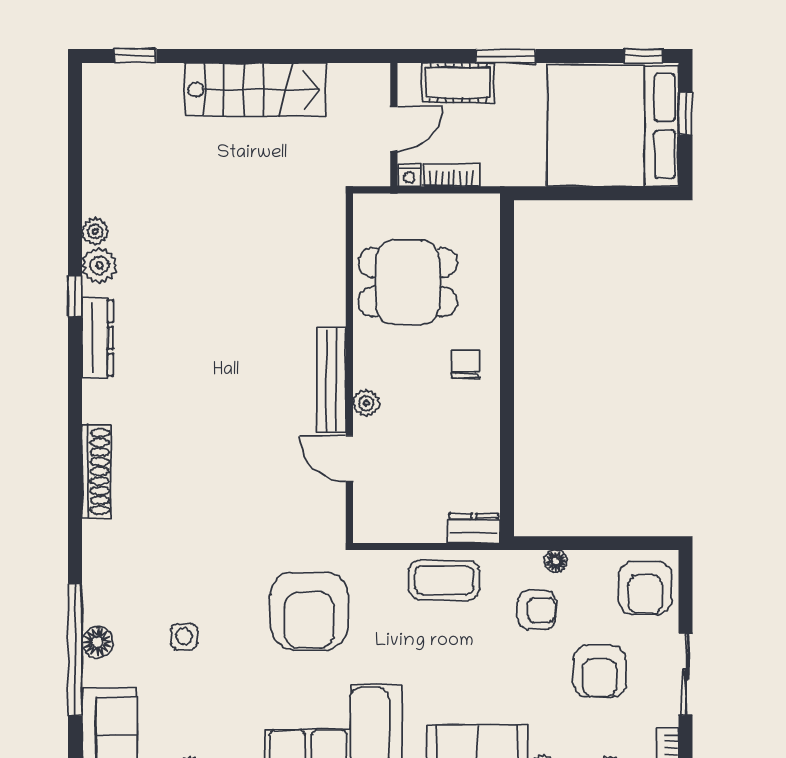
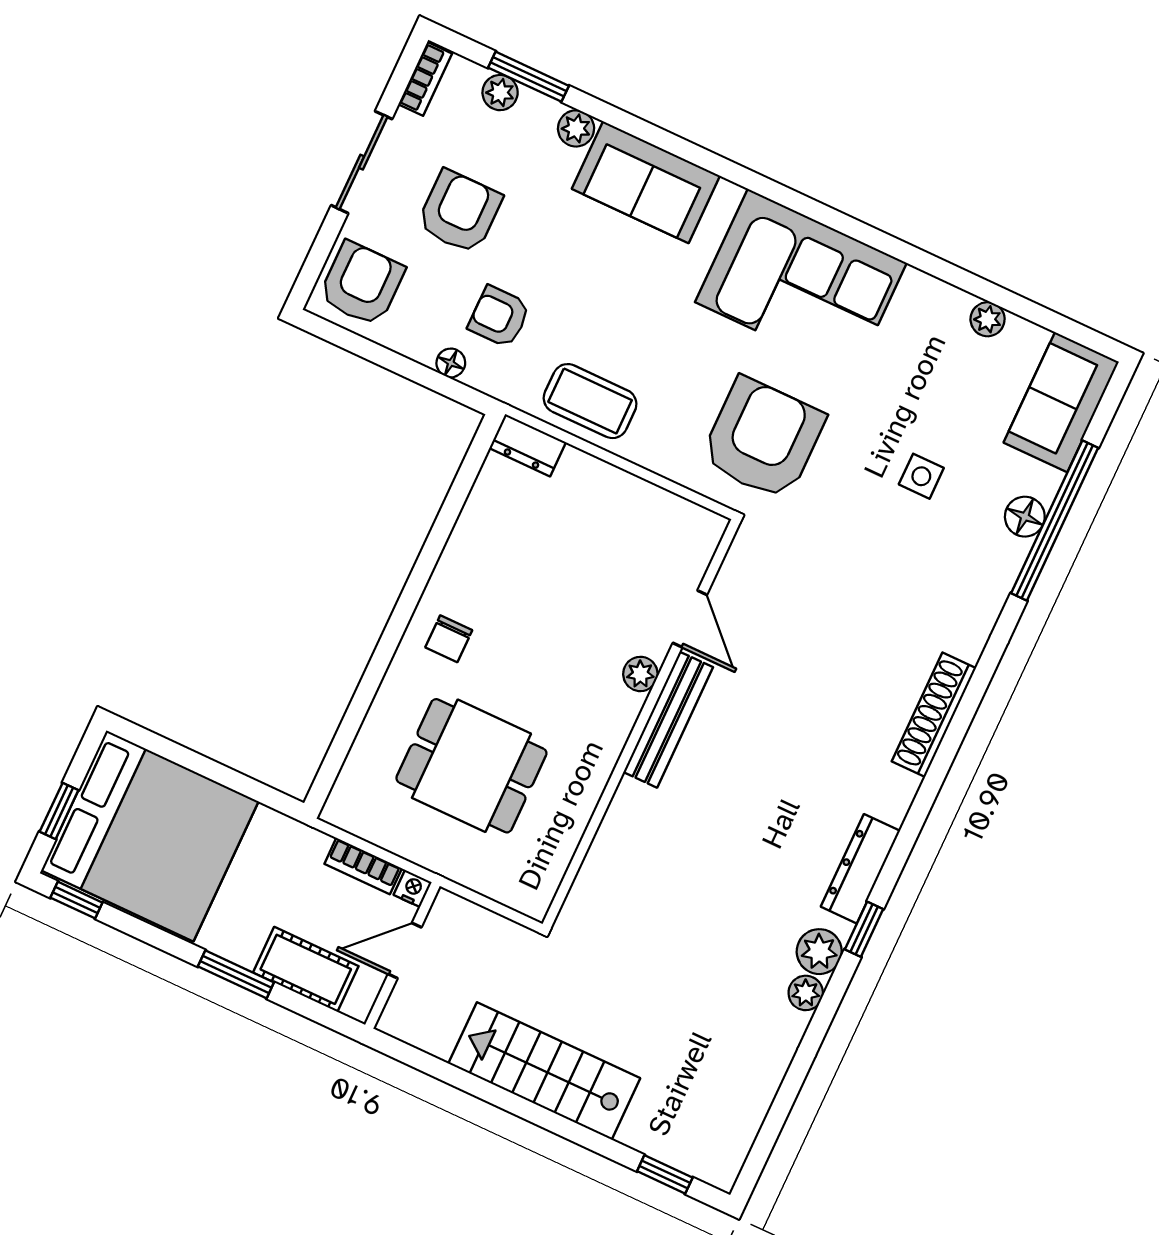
wall: (349, 368) -> (641, 724), moved
bench: (331, 380) -> (668, 720), moved
plant: (366, 403) -> (640, 674), moved
door: (349, 459) -> (690, 619), moved

